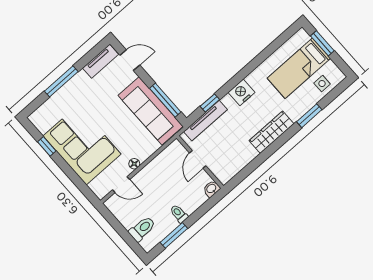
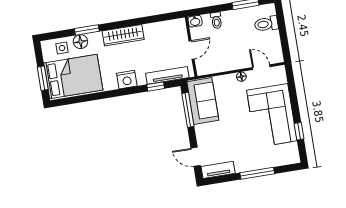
bed: (299, 68) -> (73, 76), width x1.50
floor lamp: (308, 101) -> (80, 42), added
sofa: (151, 111) -> (203, 101), width x0.73
toilet: (179, 214) -> (216, 20), moved

